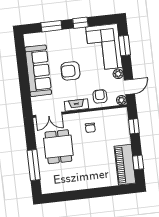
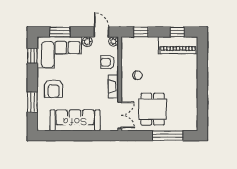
window: (80, 23) -> (32, 56), moved
armchair: (70, 71) -> (54, 89), moved
dining table: (58, 147) -> (153, 109), turned 90

